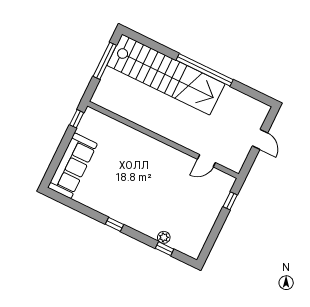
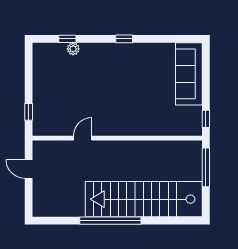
window: (105, 61) -> (206, 167), moved
door: (260, 139) -> (29, 169), moved
door: (206, 161) -> (83, 138), moved

